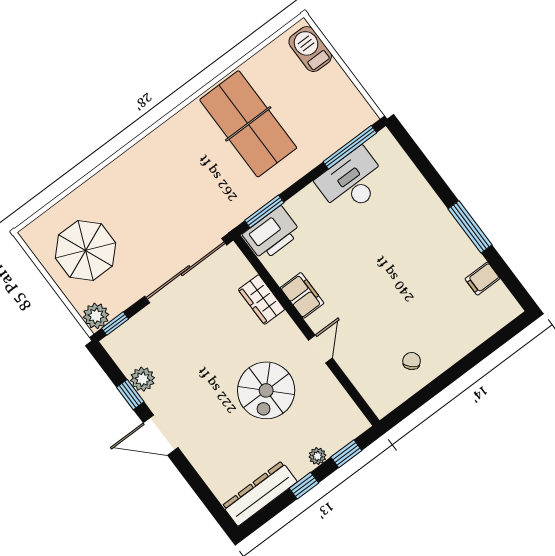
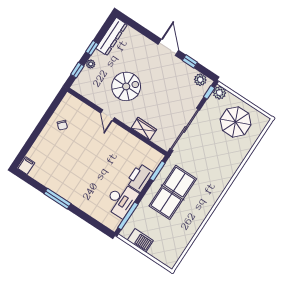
barbecue: (310, 49) -> (140, 240), moved
table tennis table: (248, 124) -> (173, 192), moved, turned 90
printer: (272, 234) -> (140, 178), moved
filing cabinet: (483, 279) -> (26, 166), moved
filing cabinet: (302, 295) -> (125, 138), removed
plant: (143, 379) -> (200, 80), moved
spiral stairs: (266, 390) -> (126, 86), turned 90
door: (161, 435) -> (168, 47), hinge flipped

